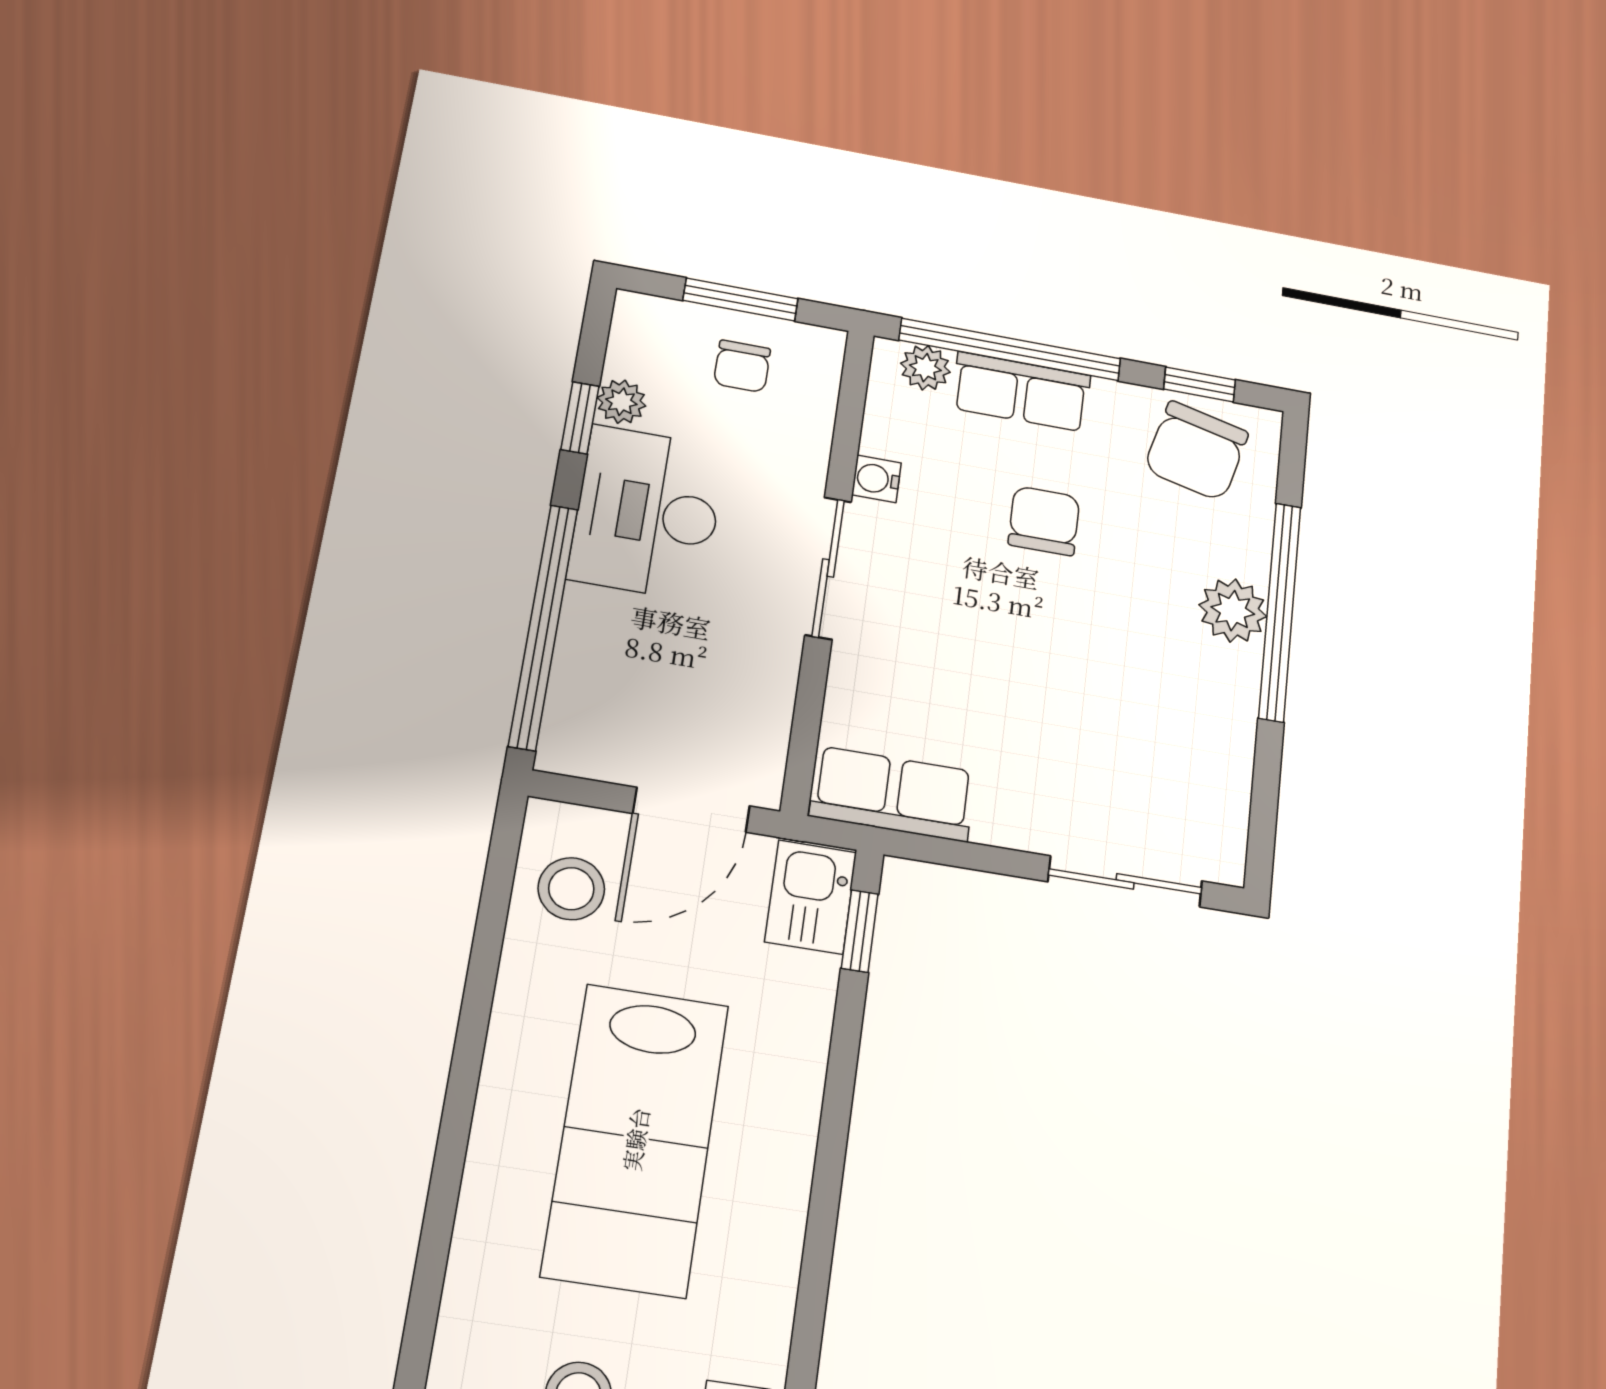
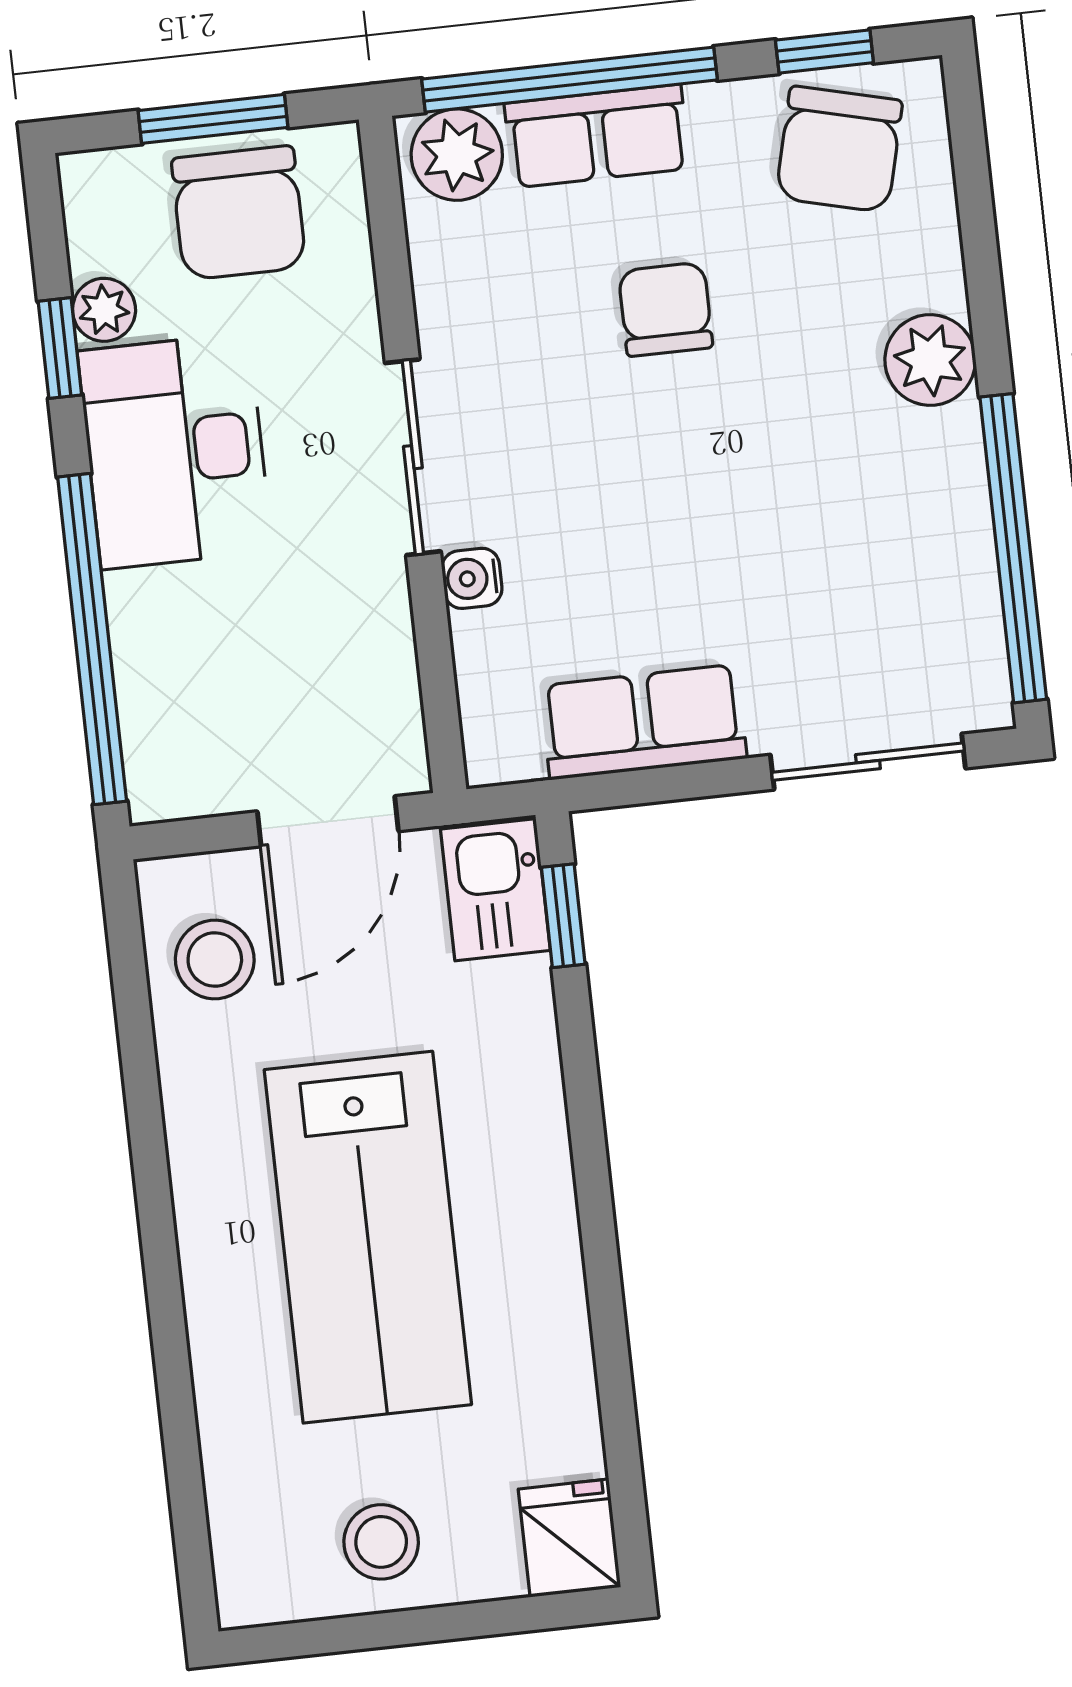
chair: (742, 366) -> (239, 213), width x1.87, depth x1.87
plant: (925, 368) -> (457, 155), width x1.38, depth x1.38
water cooler: (876, 479) -> (472, 578), moved
window: (1280, 611) -> (1013, 548), moved
row of seats: (893, 794) -> (643, 722), moved

